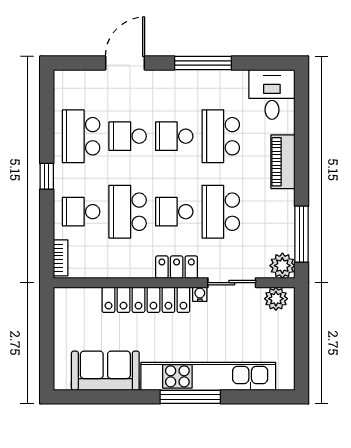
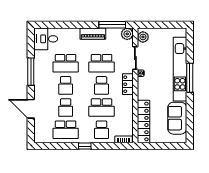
piano: (283, 162) -> (93, 34), moved
locker: (146, 300) -> (143, 121), moved

